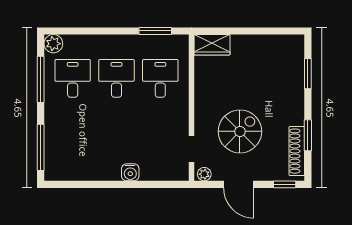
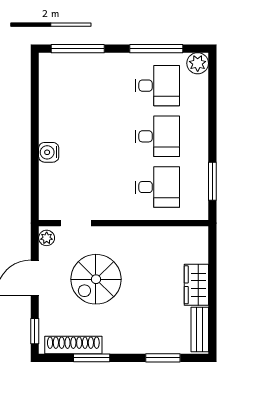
bench: (283, 42) -> (200, 330), added
wardrobe: (212, 45) -> (196, 285), moved
spiral stairs: (240, 131) -> (96, 279), turned 90

